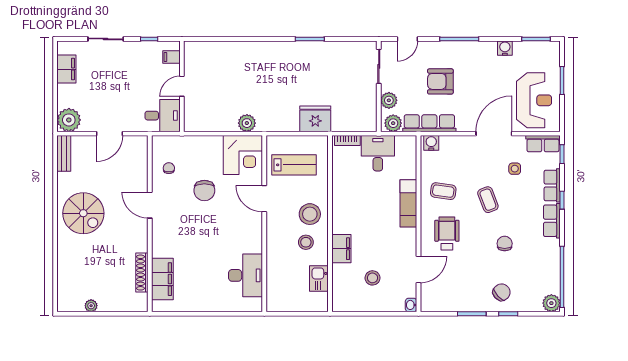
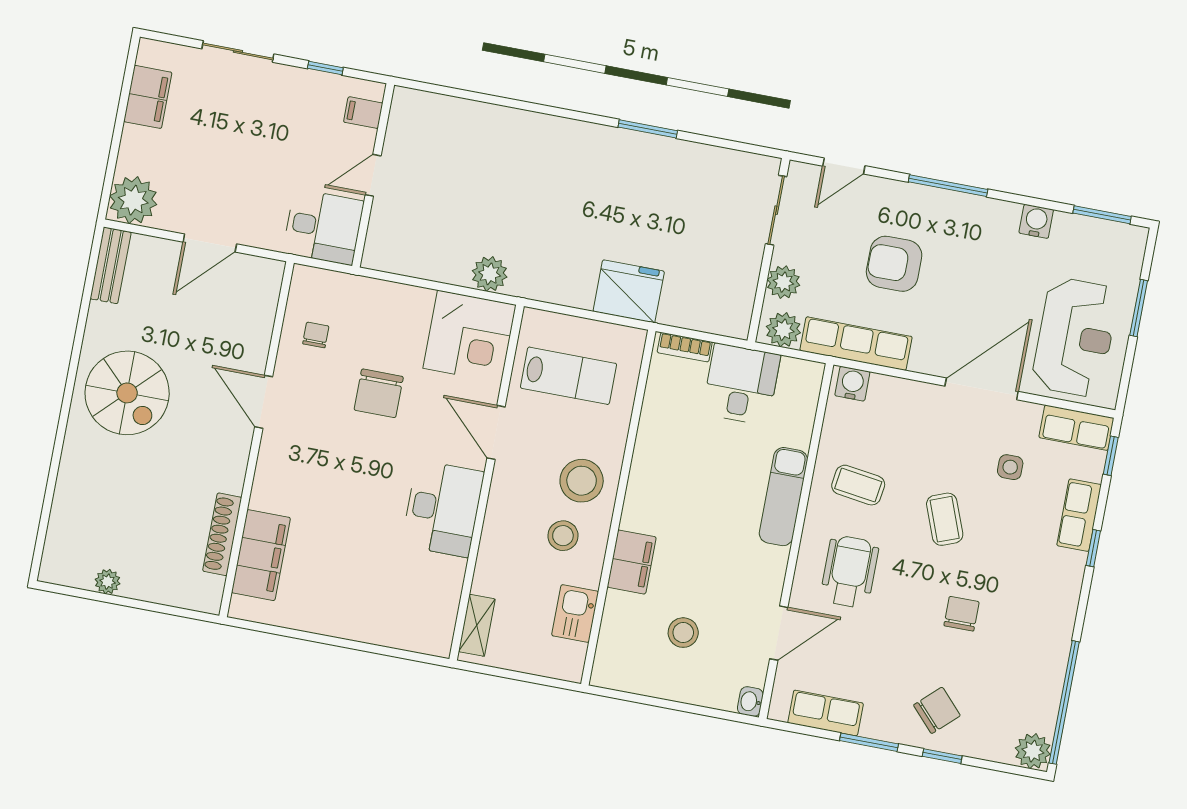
row of seats: (552, 221) -> (826, 713), moved, turned 90
desk: (246, 275) -> (443, 509), moved
shelving: (273, 293) -> (477, 625), added

